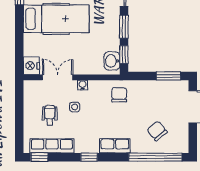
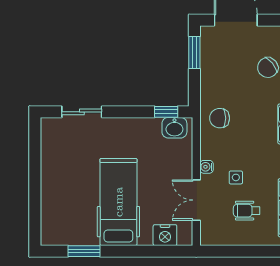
window: (124, 27) -> (129, 112), removed
nightstand: (31, 66) -> (165, 235), moved

